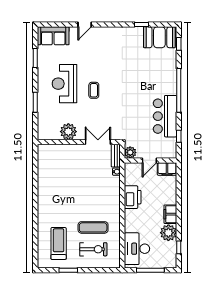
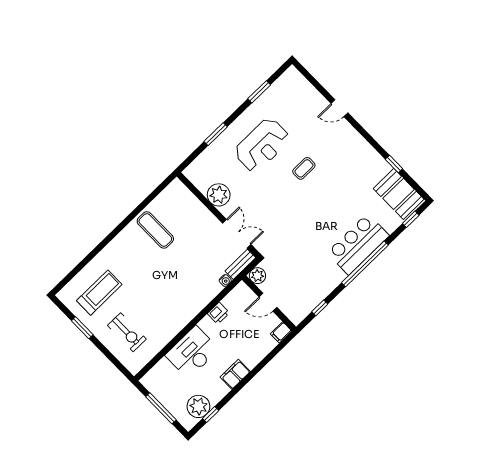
sofa: (53, 36) -> (298, 88), removed
reception desk: (64, 84) -> (262, 145), turned 180
coffee table: (94, 90) -> (304, 168), moved
bar counter: (165, 116) -> (358, 244), moved
filing cabinet: (167, 169) -> (281, 332), width x0.50
printer: (133, 197) -> (219, 313), width x0.53, depth x0.68
exercise mat: (93, 227) -> (155, 230), moved
plant: (168, 233) -> (198, 406), moved
desk: (137, 249) -> (192, 352), moved

